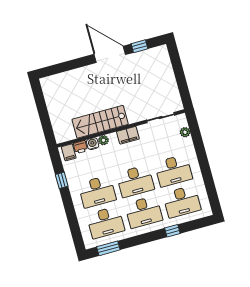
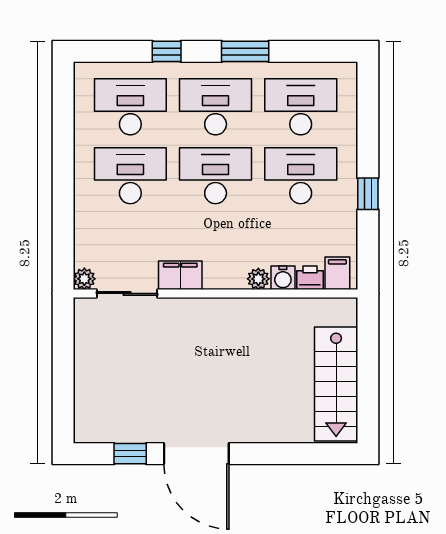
stairs: (100, 122) -> (336, 384), moved, turned 90
plant: (185, 132) -> (84, 279), moved
filing cabinet: (128, 135) -> (180, 275), moved
window: (62, 180) -> (368, 194), moved
window: (108, 248) -> (245, 51), moved

